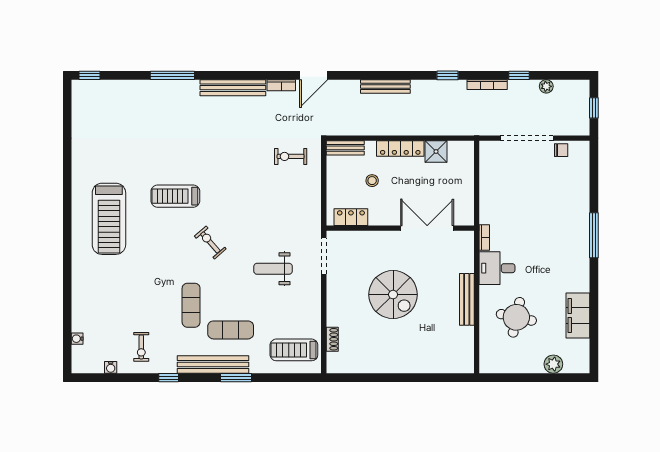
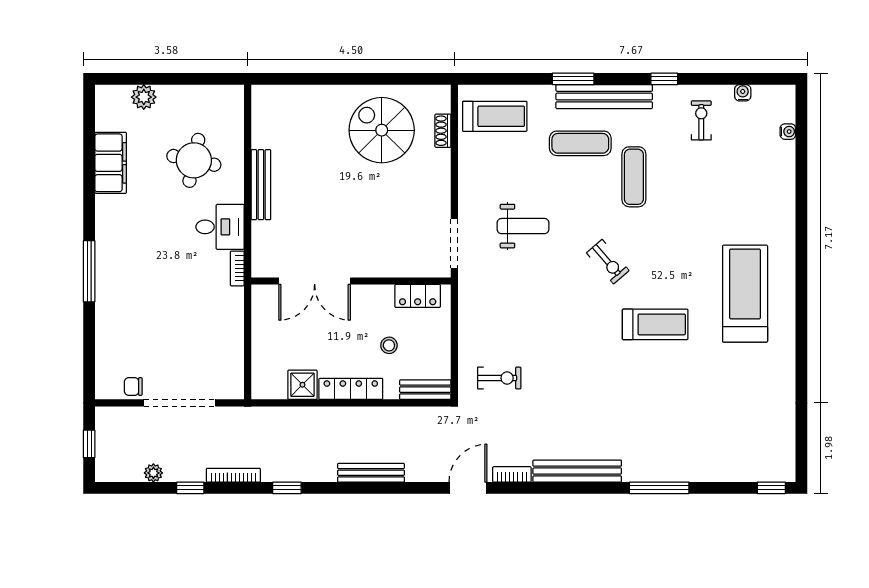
spiral stairs: (393, 295) -> (382, 130), moved

